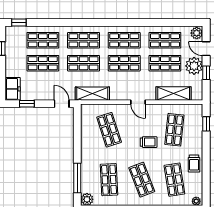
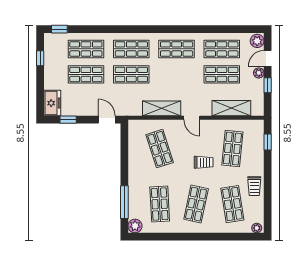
door: (206, 49) -> (268, 58), hinge flipped
shop shelf: (124, 63) -> (177, 74), removed
plant: (194, 66) -> (259, 73), width x0.53, depth x0.53
shelving: (92, 94) -> (162, 108), moved
shop shelf: (142, 180) -> (196, 204), turned 33

